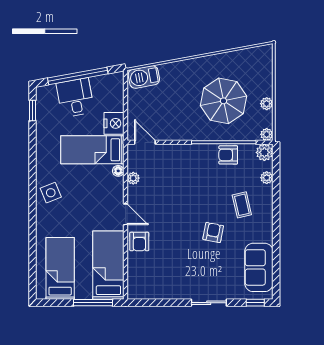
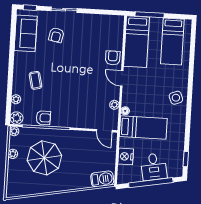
nightstand: (114, 123) -> (126, 156), moved
armchair: (213, 232) -> (56, 35), moved

